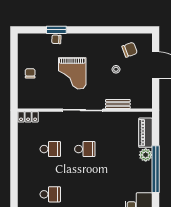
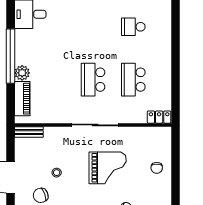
grand piano: (72, 73) -> (108, 168), turned 90
bench: (118, 104) -> (29, 132), moved
school desk: (50, 149) -> (133, 80), width x1.85
school desk: (85, 149) -> (93, 80), width x1.85

